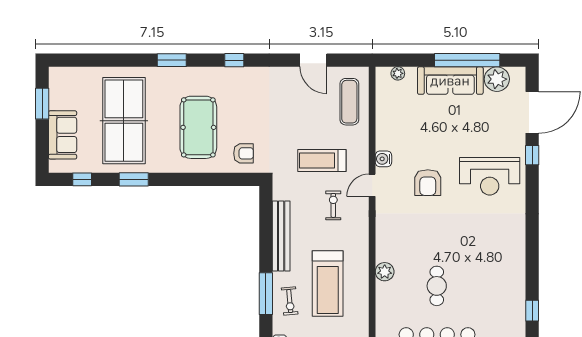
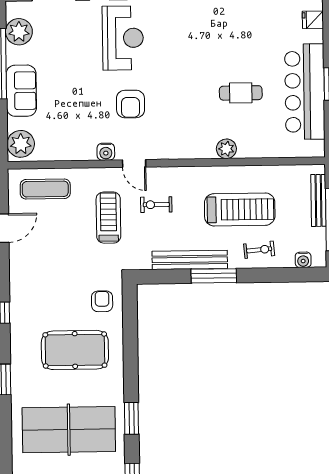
plant: (398, 73) -> (21, 144), width x1.87, depth x1.87
sofa: (450, 81) -> (21, 91), width x0.73
treadmill: (322, 160) -> (108, 218), turned 180
armchair: (428, 183) -> (130, 104), turned 90
window: (266, 294) -> (214, 276), moved

